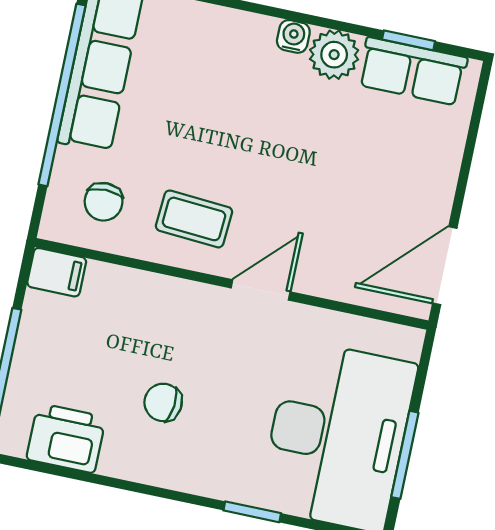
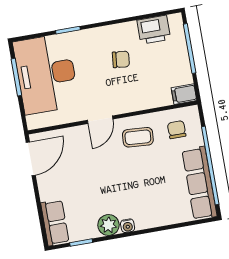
row of seats: (413, 71) -> (55, 223), moved, turned 90

